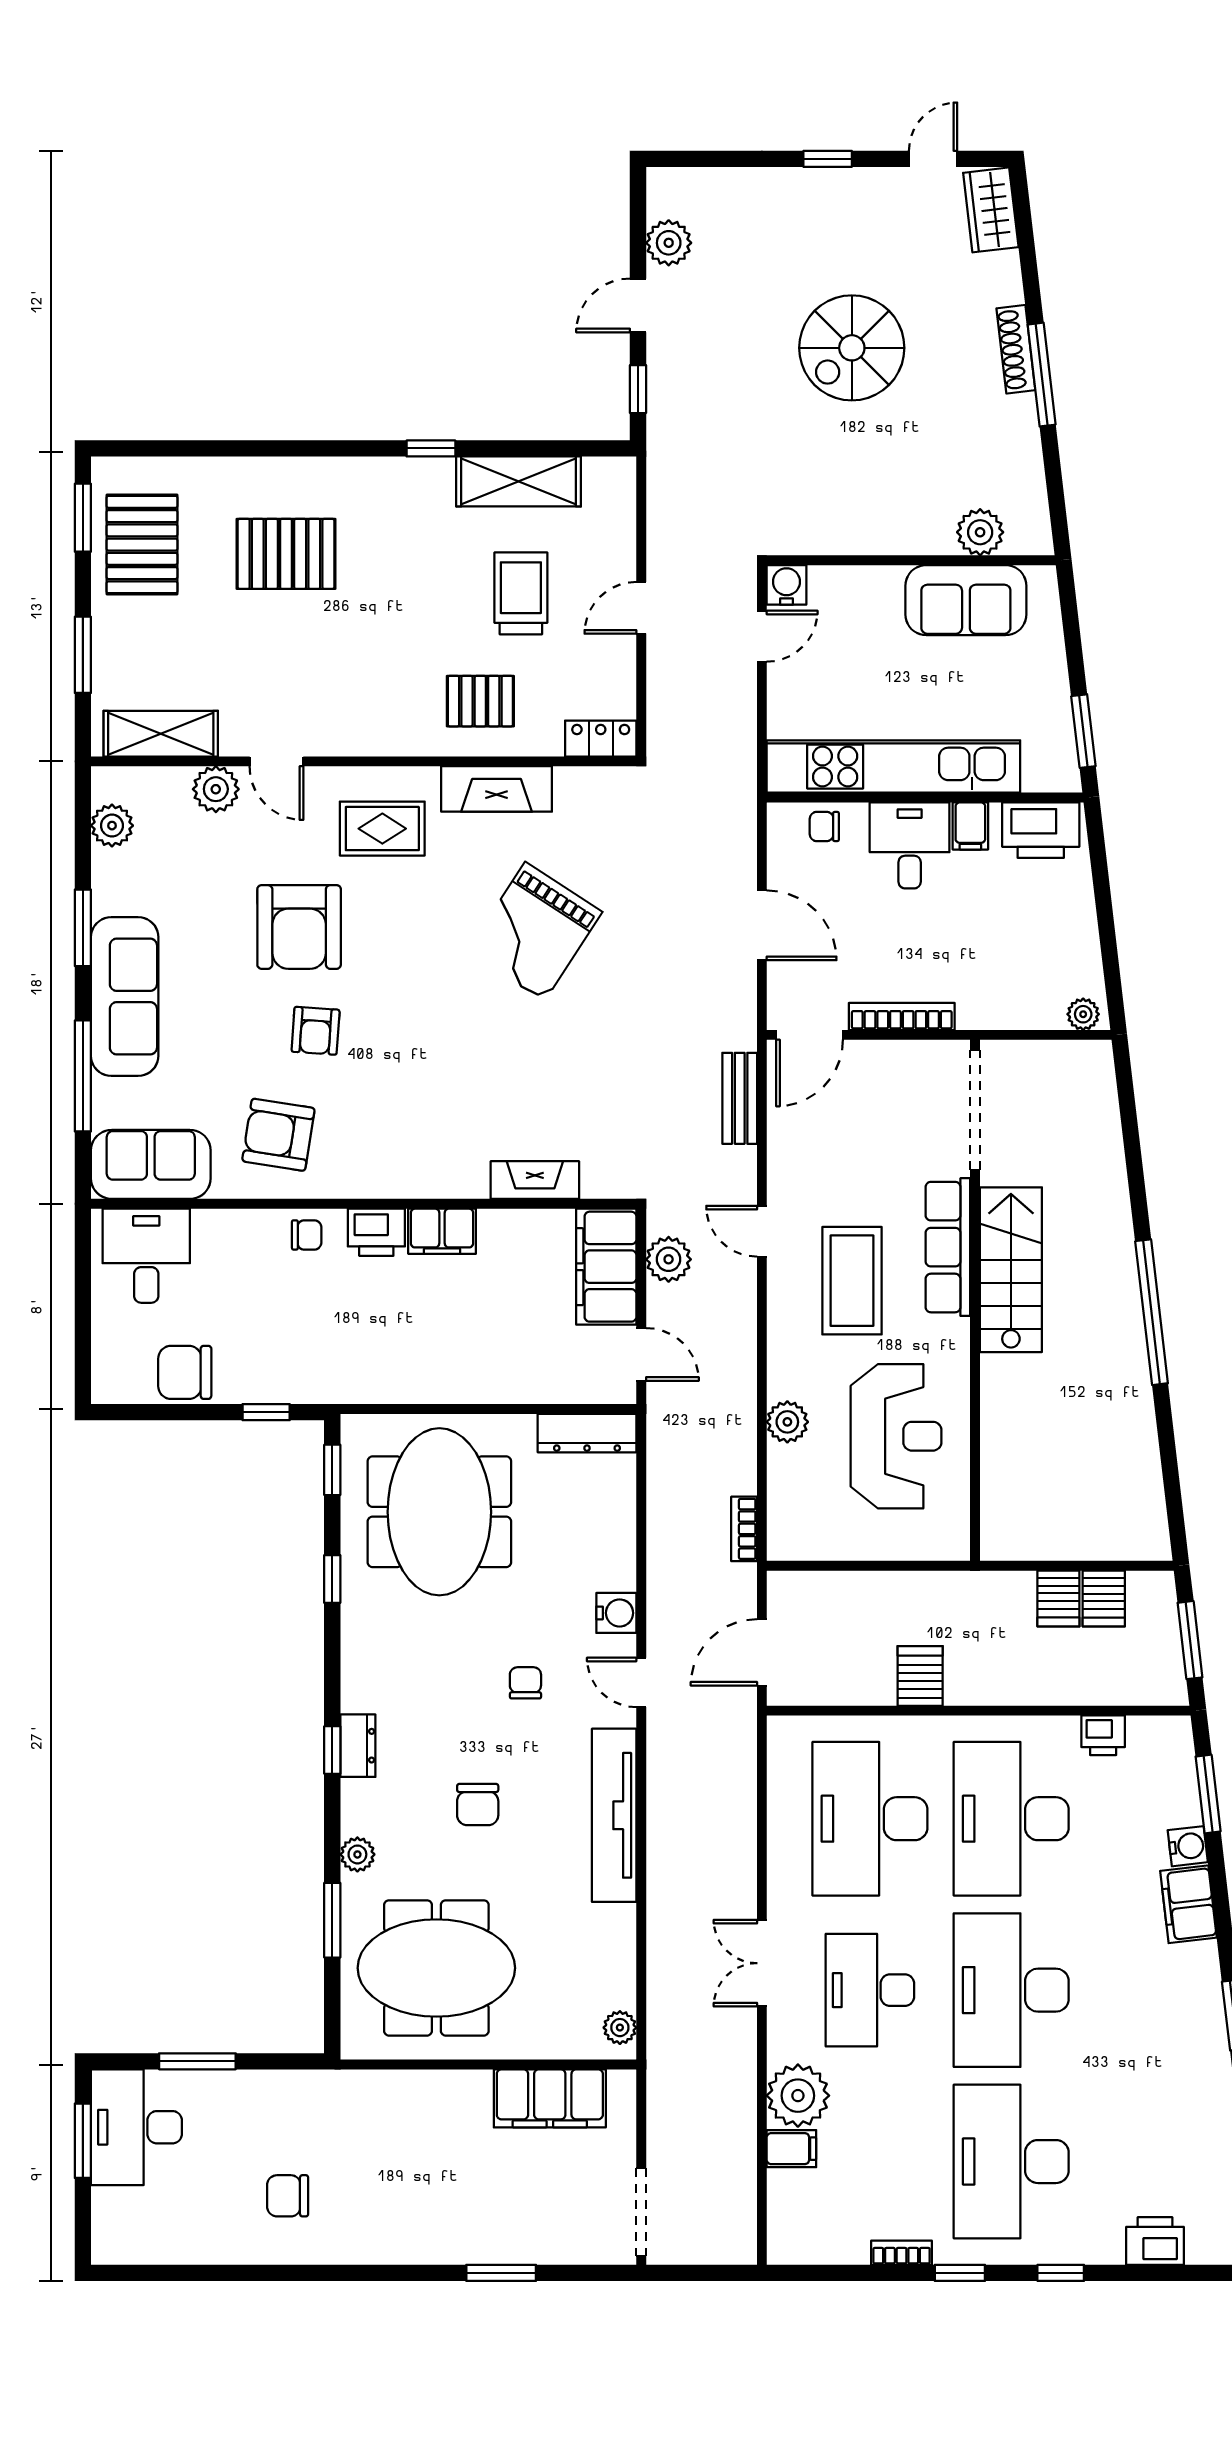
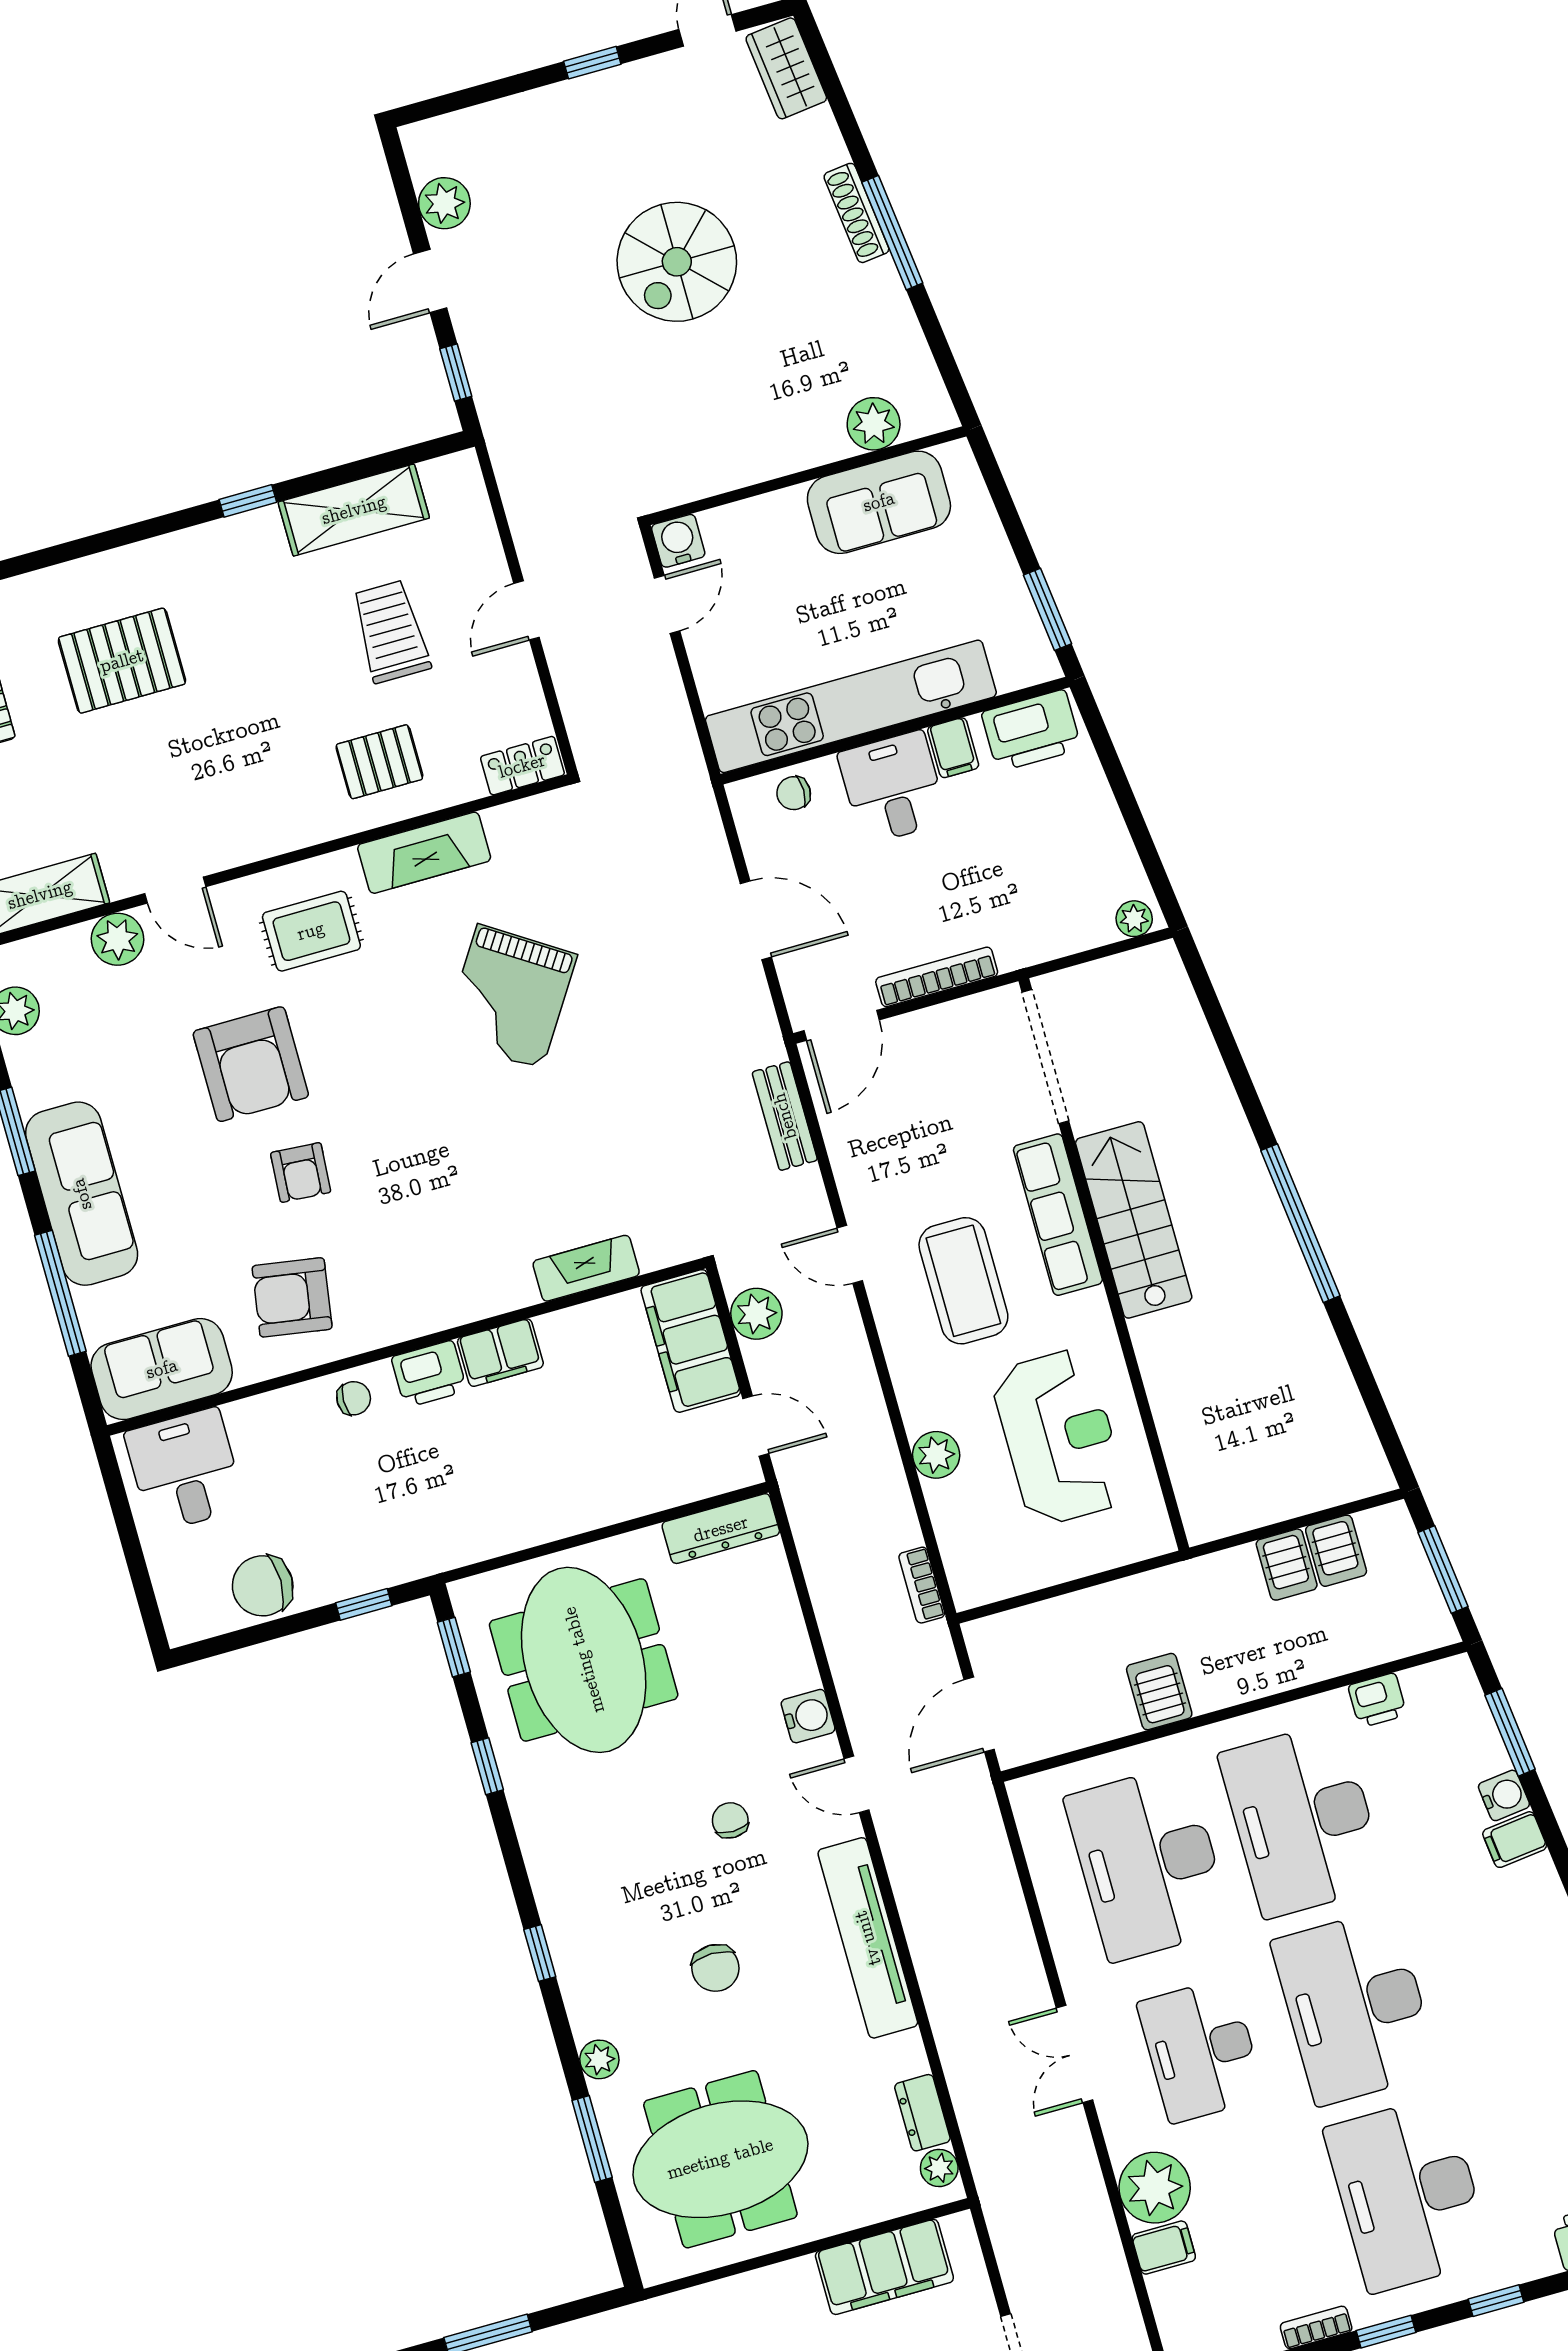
dresser: (358, 1746) -> (922, 2113), moved, turned 180
filing cabinet: (1188, 1904) -> (1515, 1840), width x0.50

